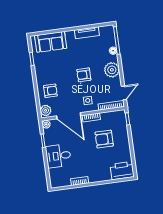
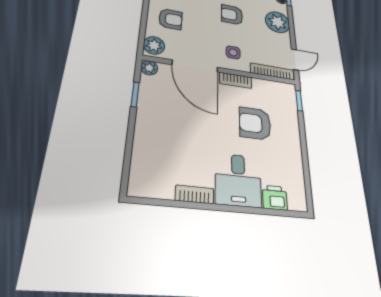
desk: (58, 156) -> (238, 180), moved, turned -90
printer: (122, 171) -> (275, 198), width x0.53, depth x0.68

